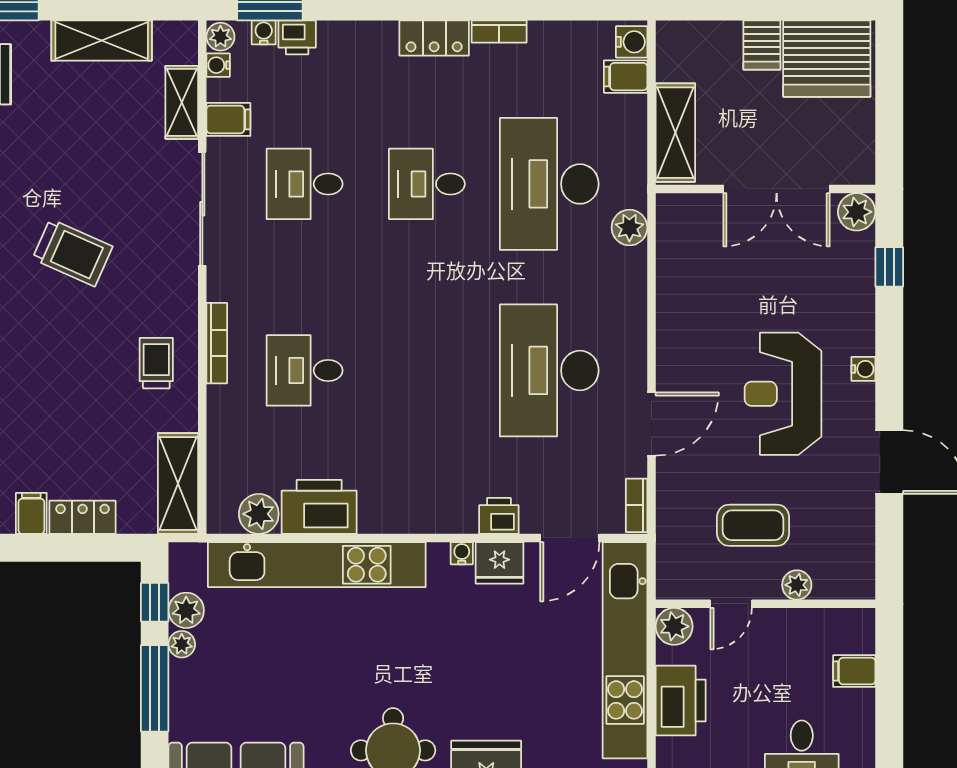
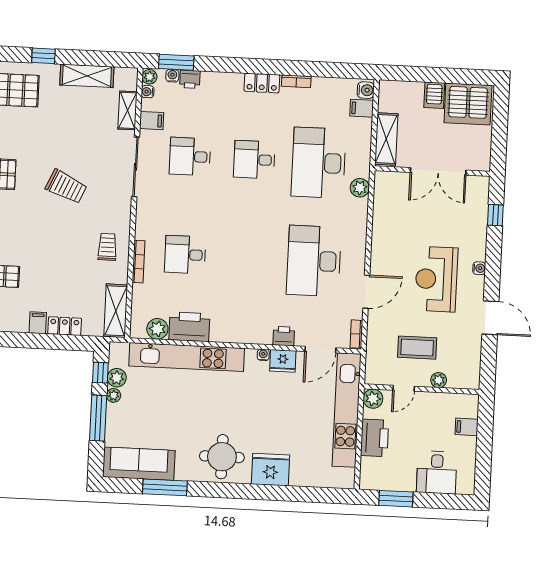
plant: (857, 212) -> (480, 185), removed
bookcase: (217, 343) -> (139, 262), moved

